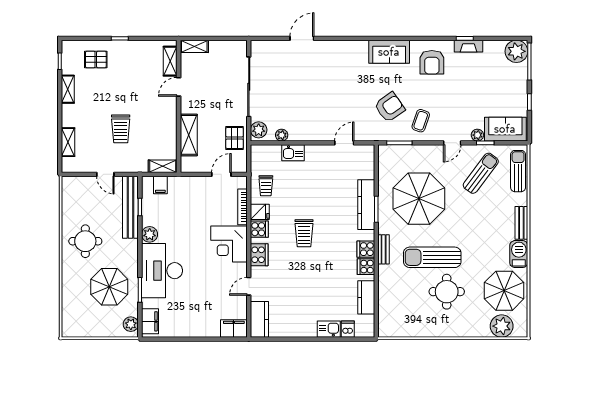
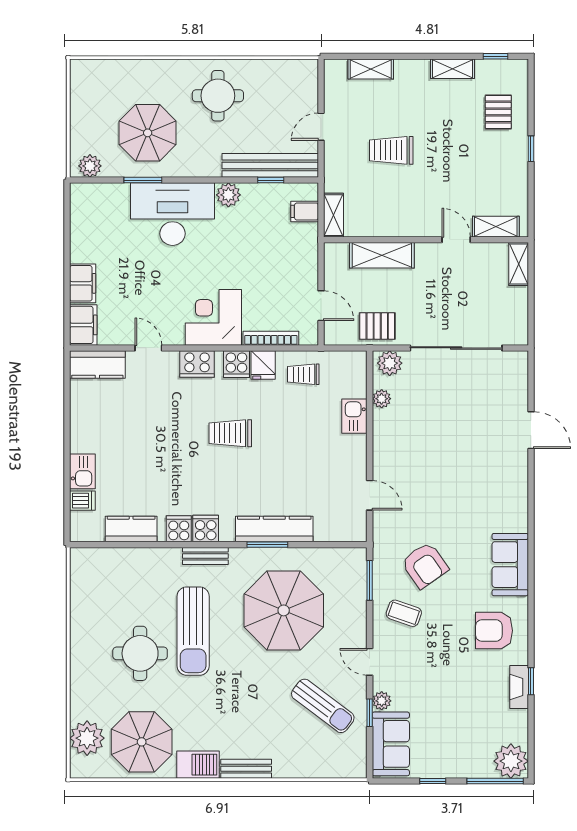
sun lounger: (518, 171) -> (326, 764), removed
sun lounger: (432, 257) -> (193, 631), turned 180
filing cabinet: (150, 321) -> (83, 283), moved, turned -90

